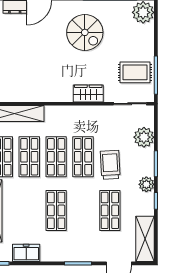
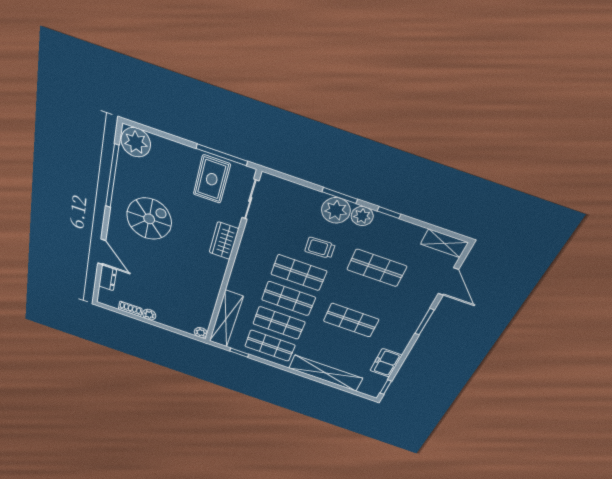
plant: (144, 137) -> (336, 210), moved
trolley: (110, 165) -> (320, 248), width x0.73, depth x0.72
shelving: (145, 239) -> (444, 243), width x0.67, depth x0.75

